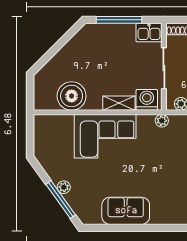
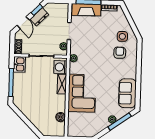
boiler: (72, 96) -> (61, 117), width x0.54, depth x0.54
armchair: (173, 196) -> (120, 53), added
sofa: (126, 211) -> (127, 93), moved

